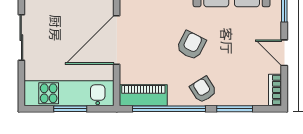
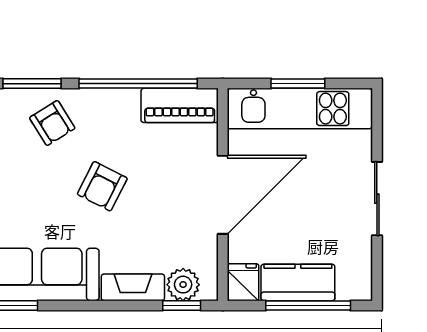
armchair: (203, 90) -> (52, 123), moved

